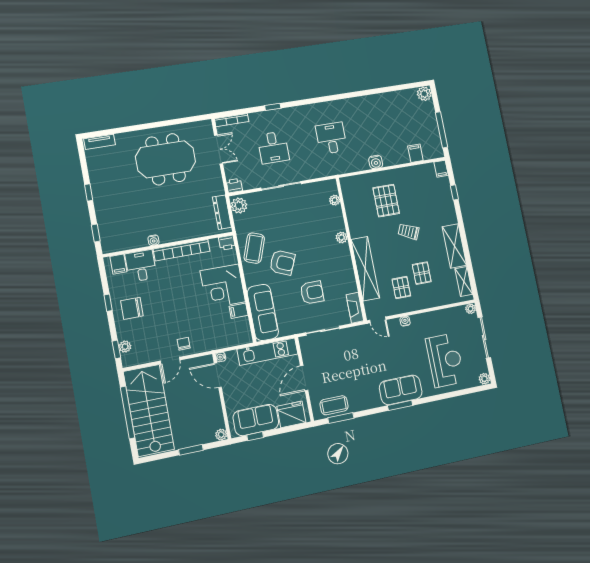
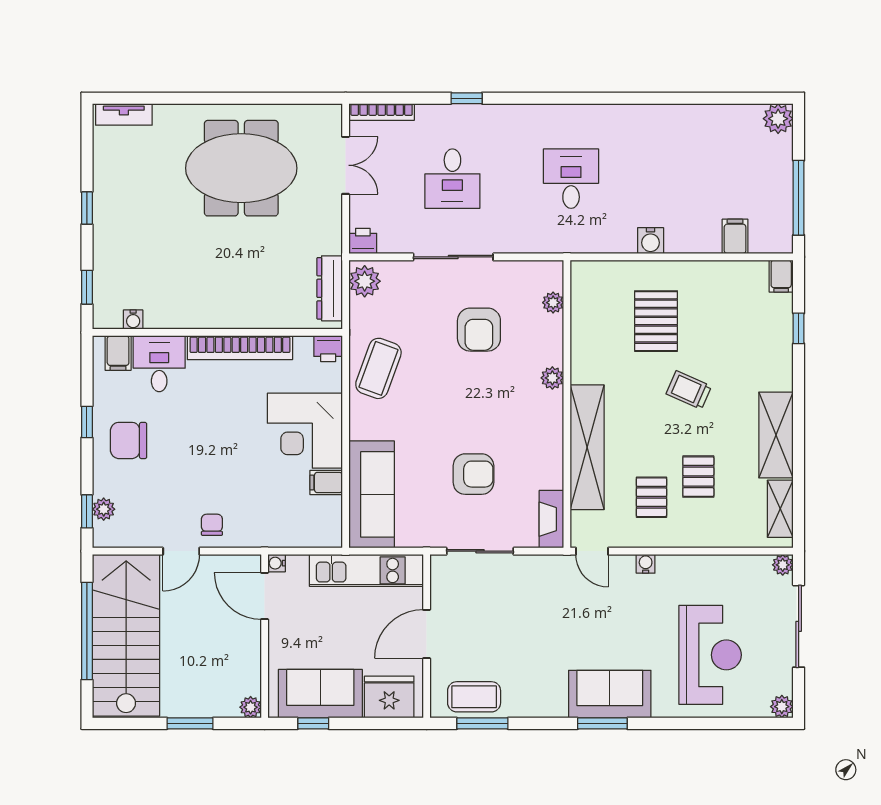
water cooler: (154, 240) -> (133, 320), moved
armchair: (282, 263) -> (479, 330), moved, turned 67

